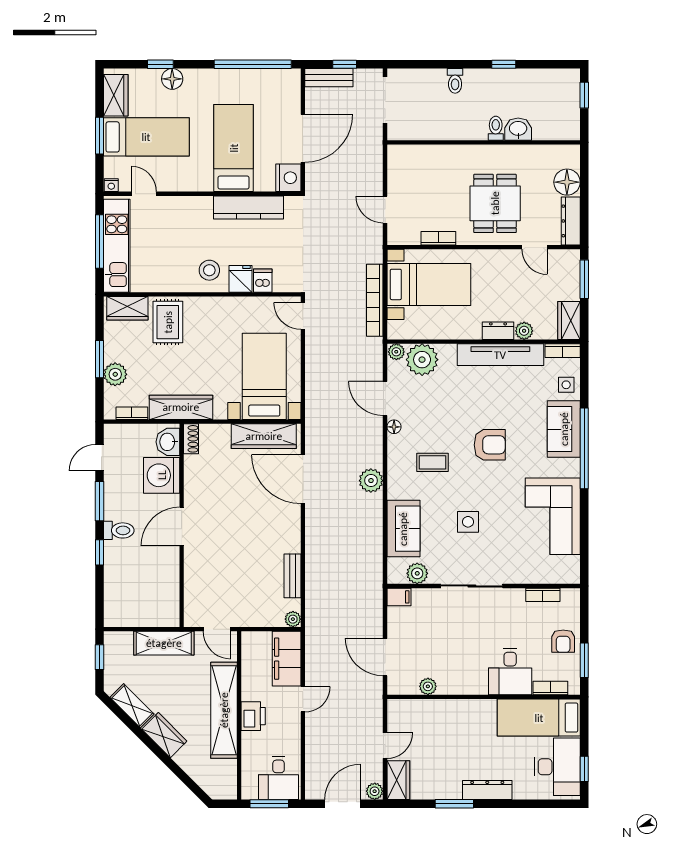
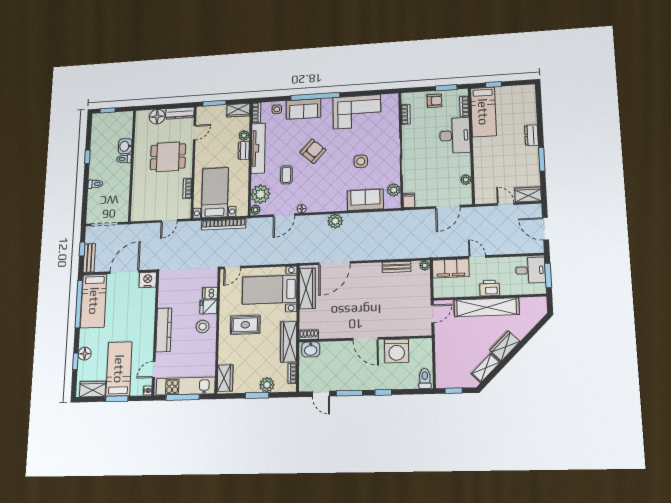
door: (303, 138) -> (124, 272), hinge flipped
bed: (234, 148) -> (94, 301), moved, turned -90
kitchen counter: (249, 207) -> (164, 330), moved
rug: (168, 322) -> (245, 325), moved
armchair: (490, 445) -> (313, 151), turned 42
coffee table: (433, 462) -> (286, 175), moved
washing machine: (162, 475) -> (397, 351), moved
toilet: (119, 530) -> (425, 378), moved
shelving: (164, 643) -> (443, 348), removed
desk: (510, 672) -> (455, 135), width x1.37
desk: (557, 767) -> (515, 99), removed
window: (584, 769) -> (494, 84), moved
dresser: (487, 790) -> (531, 135), width x0.70
plant: (375, 791) -> (536, 209), removed

